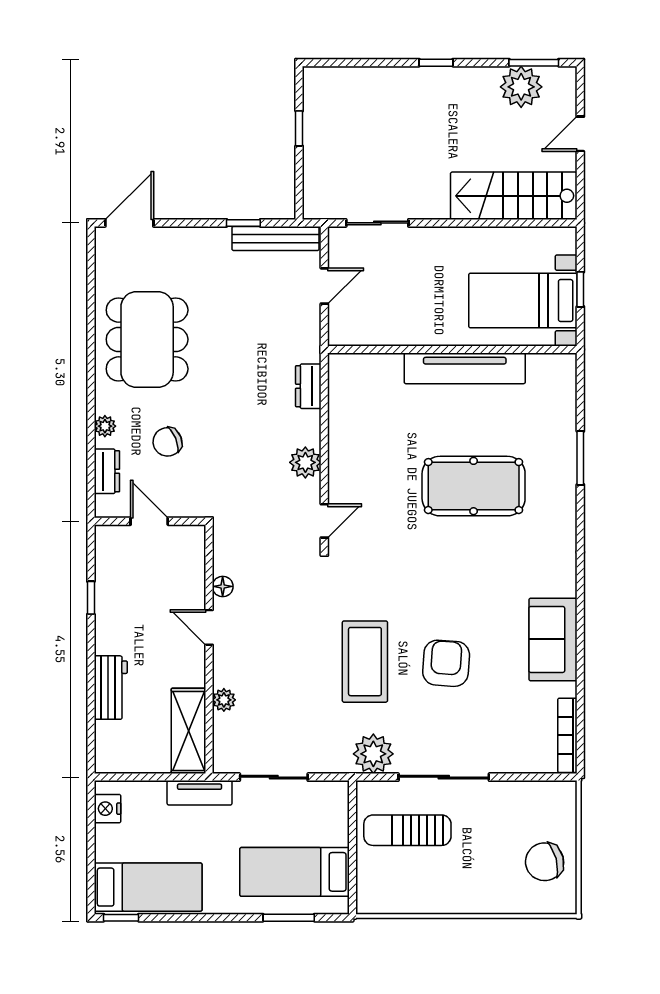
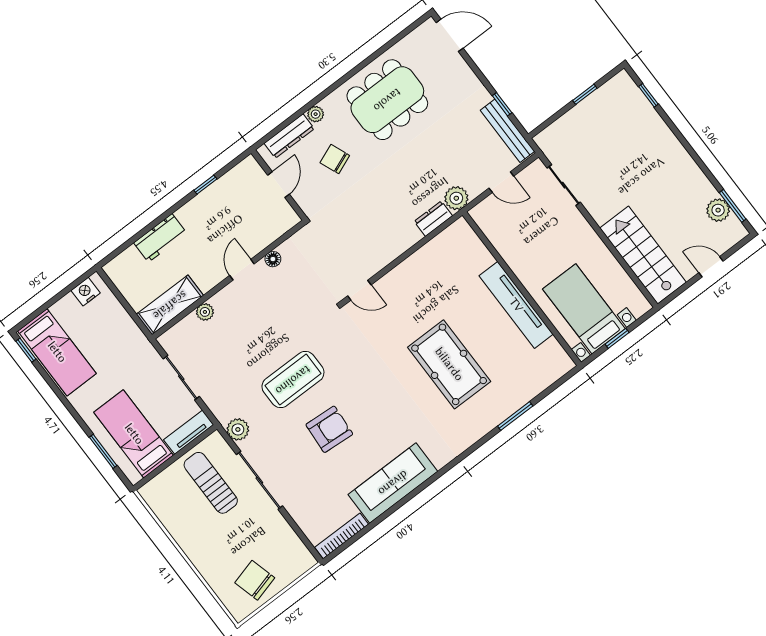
window: (436, 63) -> (648, 95), moved
plant: (521, 87) -> (718, 210), width x0.73, depth x0.73
plant: (305, 462) -> (456, 198), moved
dresser: (107, 471) -> (289, 136), width x1.44
sofa: (553, 639) -> (393, 483), width x1.36
plant: (373, 754) -> (238, 429), width x0.73, depth x0.73
tv unit: (200, 793) -> (189, 432), moved, turned 90

